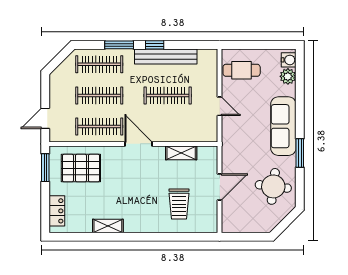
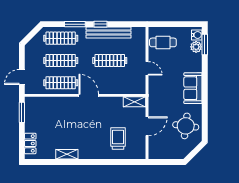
sofa: (283, 126) -> (193, 88), width x0.73
shelving: (181, 153) -> (135, 102), moved
window: (300, 153) -> (205, 45), moved
pallet: (81, 168) -> (48, 113), removed
trolley: (179, 204) -> (118, 139), turned 180

